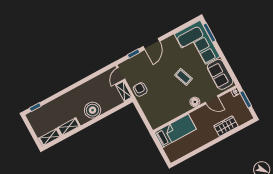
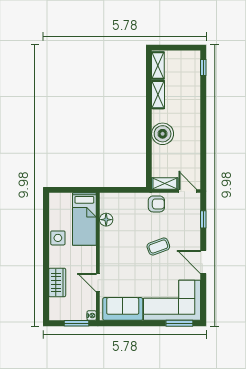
door: (151, 44) -> (203, 262), moved
coffee table: (183, 77) -> (158, 246), moved
door: (212, 100) -> (98, 283), hinge flipped
floor lamp: (195, 102) -> (106, 220), moved
side table: (197, 141) -> (58, 238), added

